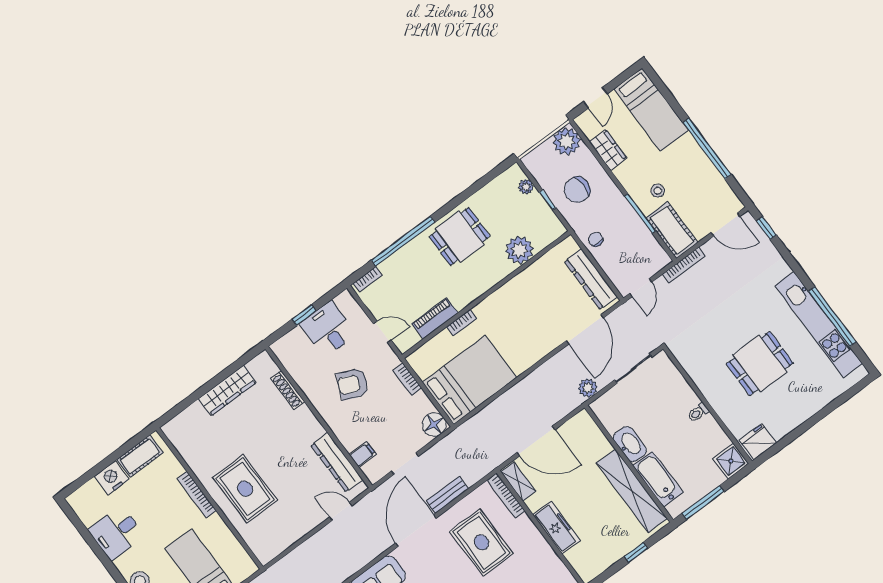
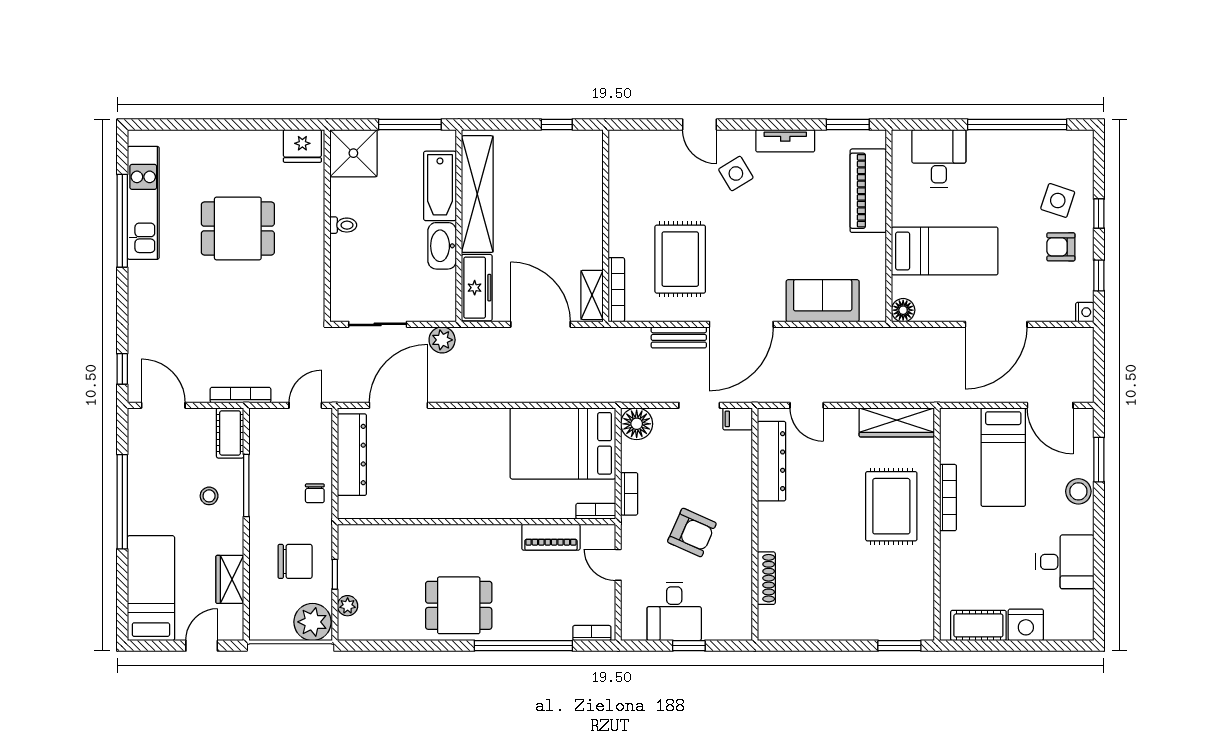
plant: (567, 141) -> (312, 622), moved
cot: (672, 230) -> (230, 433), width x0.73, depth x0.75
plant: (519, 250) -> (405, 543), removed
bookcase: (462, 323) -> (596, 511), moved
kitchen unit: (819, 324) -> (143, 203), width x0.73
wardrobe: (227, 391) -> (897, 422), moved, turned 180
window: (178, 409) -> (899, 646), added
filing cabinet: (363, 455) -> (738, 419), moved
shower: (731, 461) -> (353, 153), width x1.36, depth x1.36
bookcase: (197, 495) -> (948, 498), moved
freezer: (557, 527) -> (477, 288), moved, turned 180
window: (636, 553) -> (557, 124), moved

